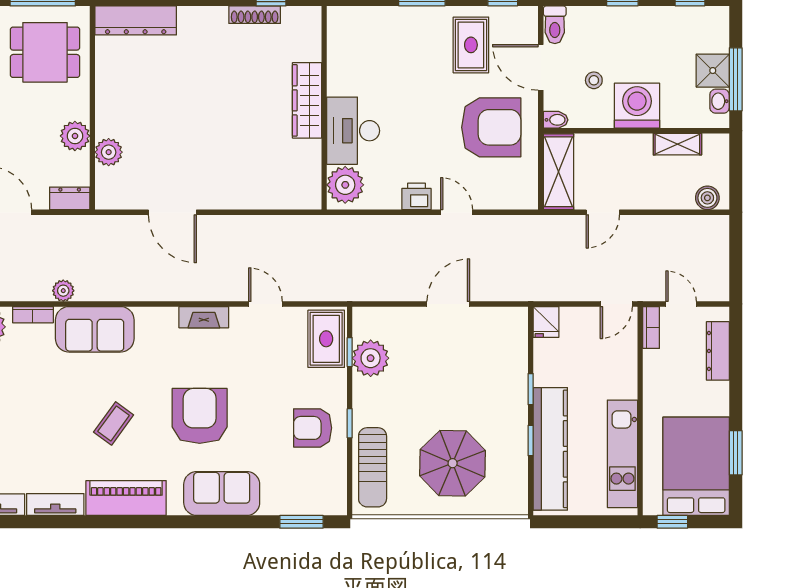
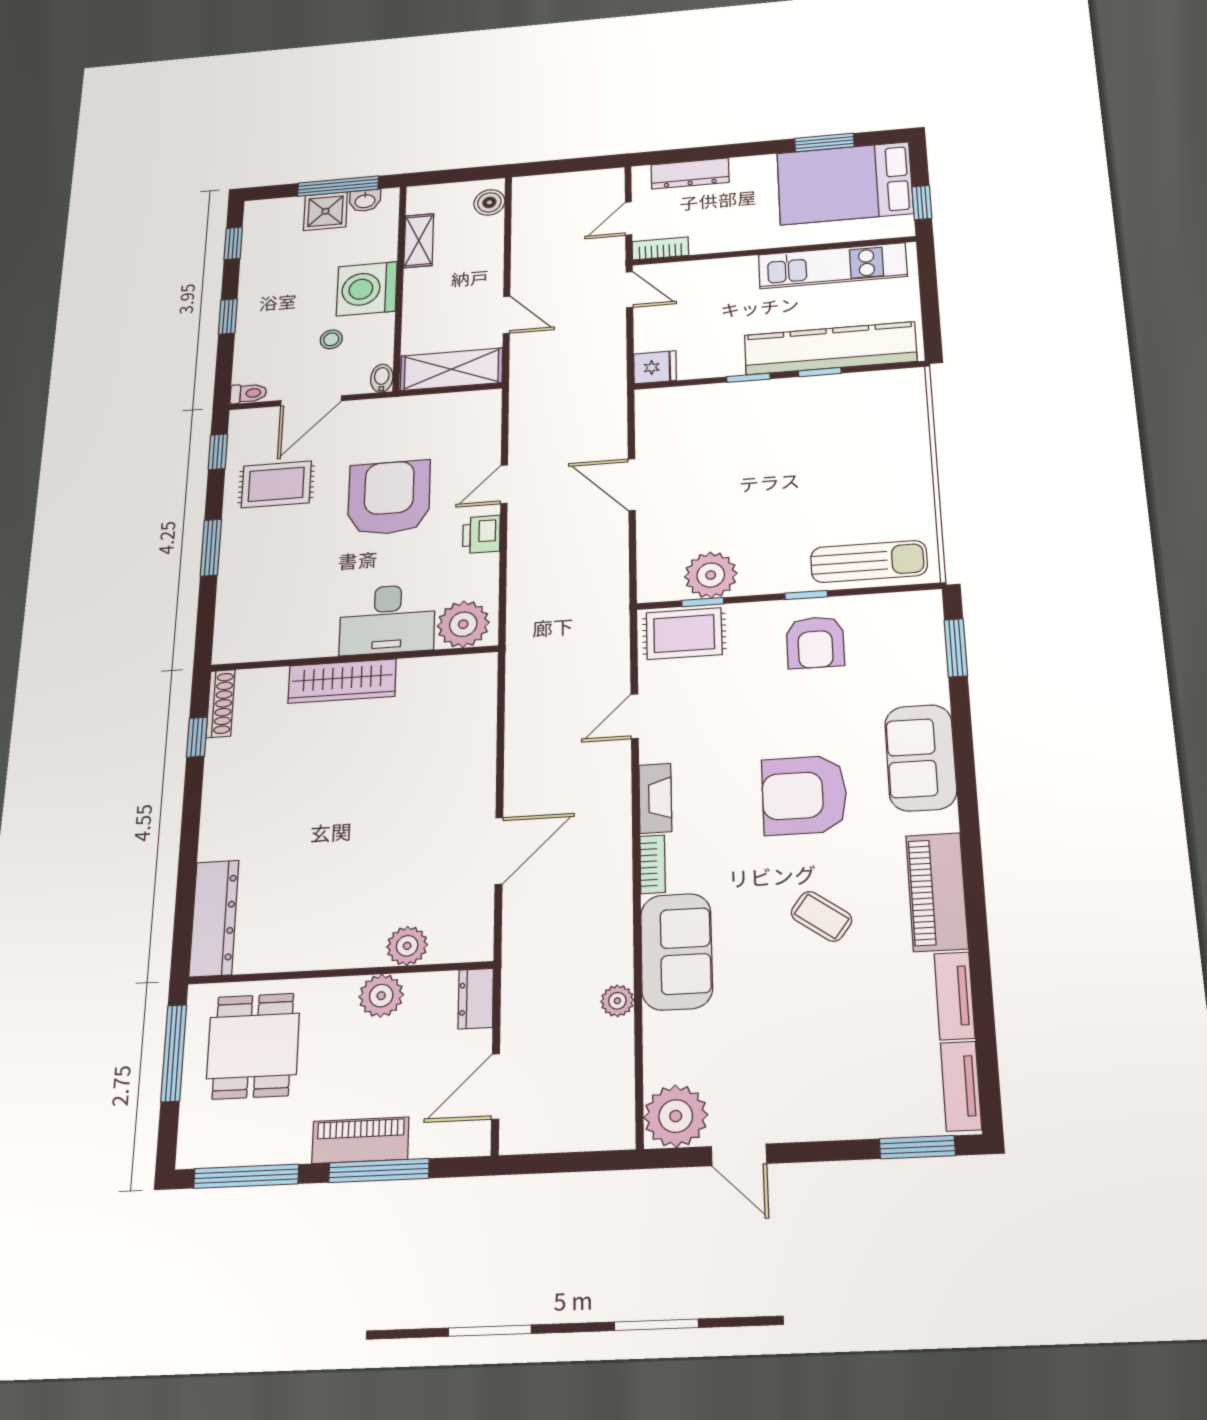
shoe rack: (255, 15) -> (221, 704), moved
toilet: (555, 25) -> (248, 393), width x0.73, depth x0.72
armchair: (491, 127) -> (389, 498), moved
bookcase: (33, 315) -> (653, 864), moved
parasol: (453, 463) -> (857, 463), removed

